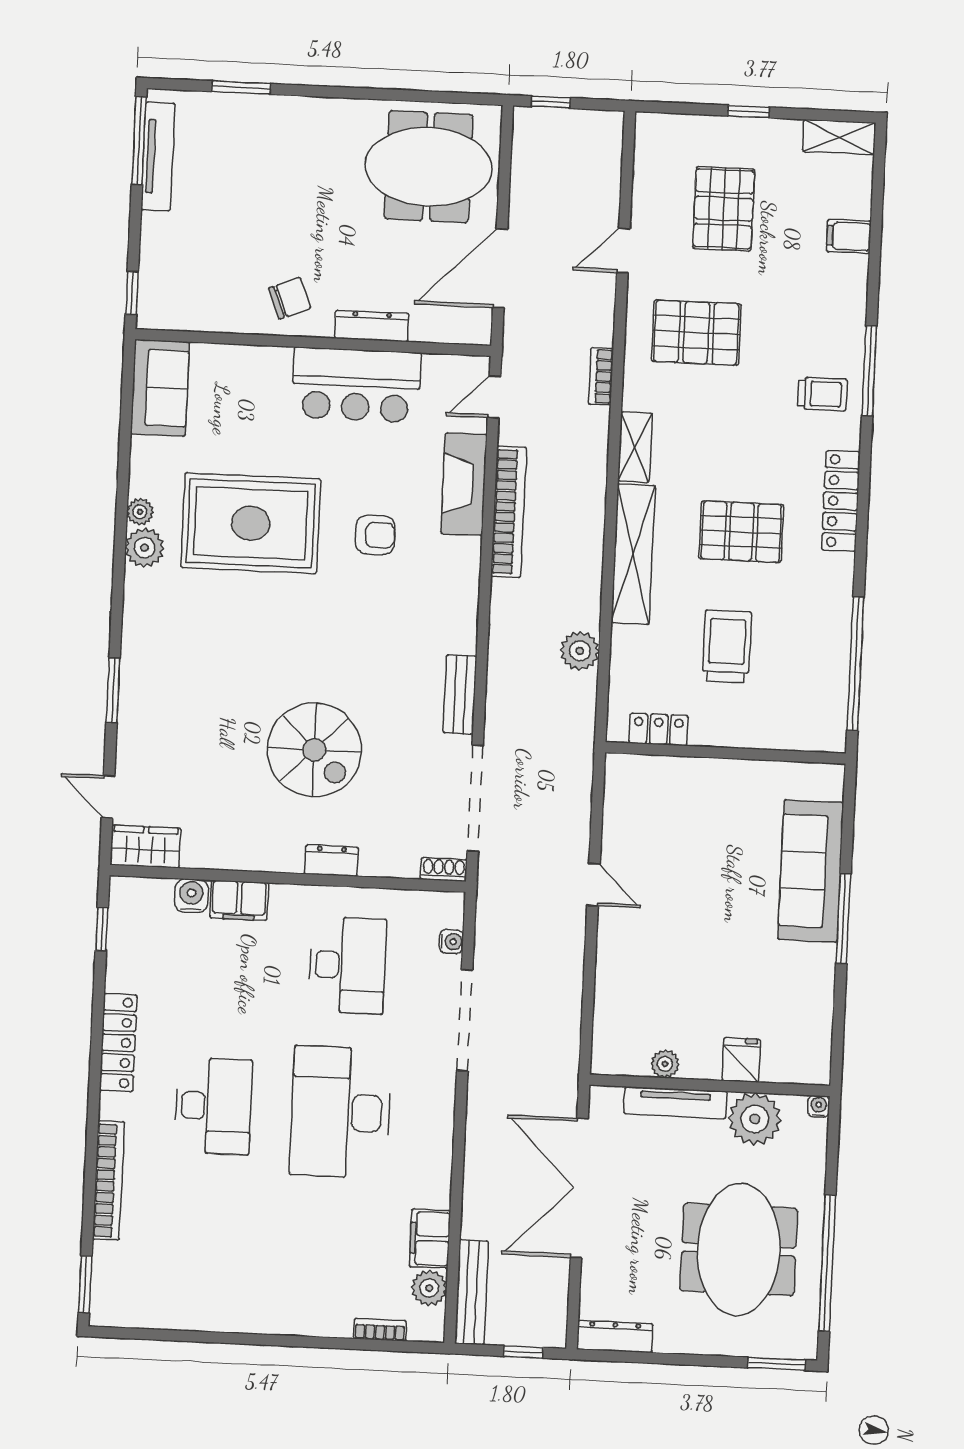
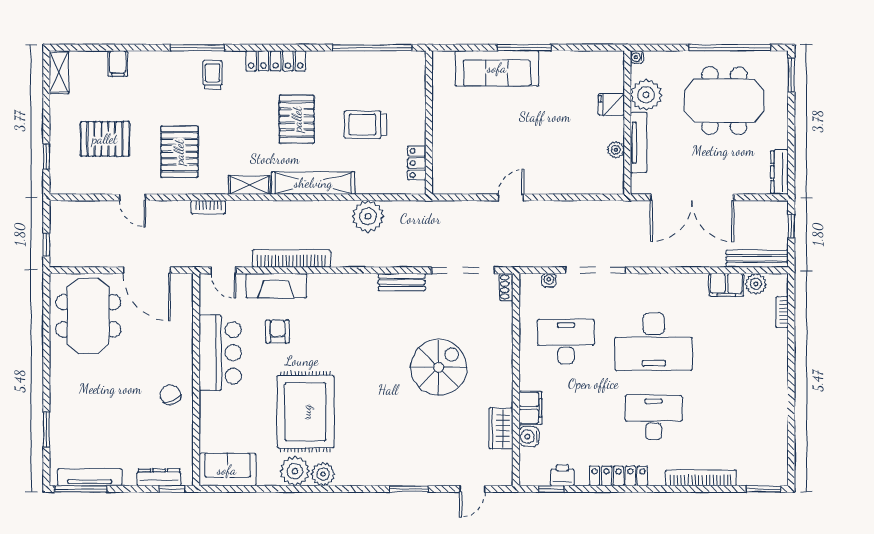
window: (749, 111) -> (46, 156), moved
dresser: (372, 326) -> (159, 477), moved, turned 90
plant: (140, 512) -> (295, 471), width x1.88, depth x1.88
armchair: (375, 535) -> (278, 332), moved
plant: (580, 651) -> (368, 216), width x1.36, depth x1.36
wardrobe: (145, 847) -> (501, 428), moved
dresser: (331, 861) -> (504, 354), removed
printer: (124, 949) -> (562, 475), added

